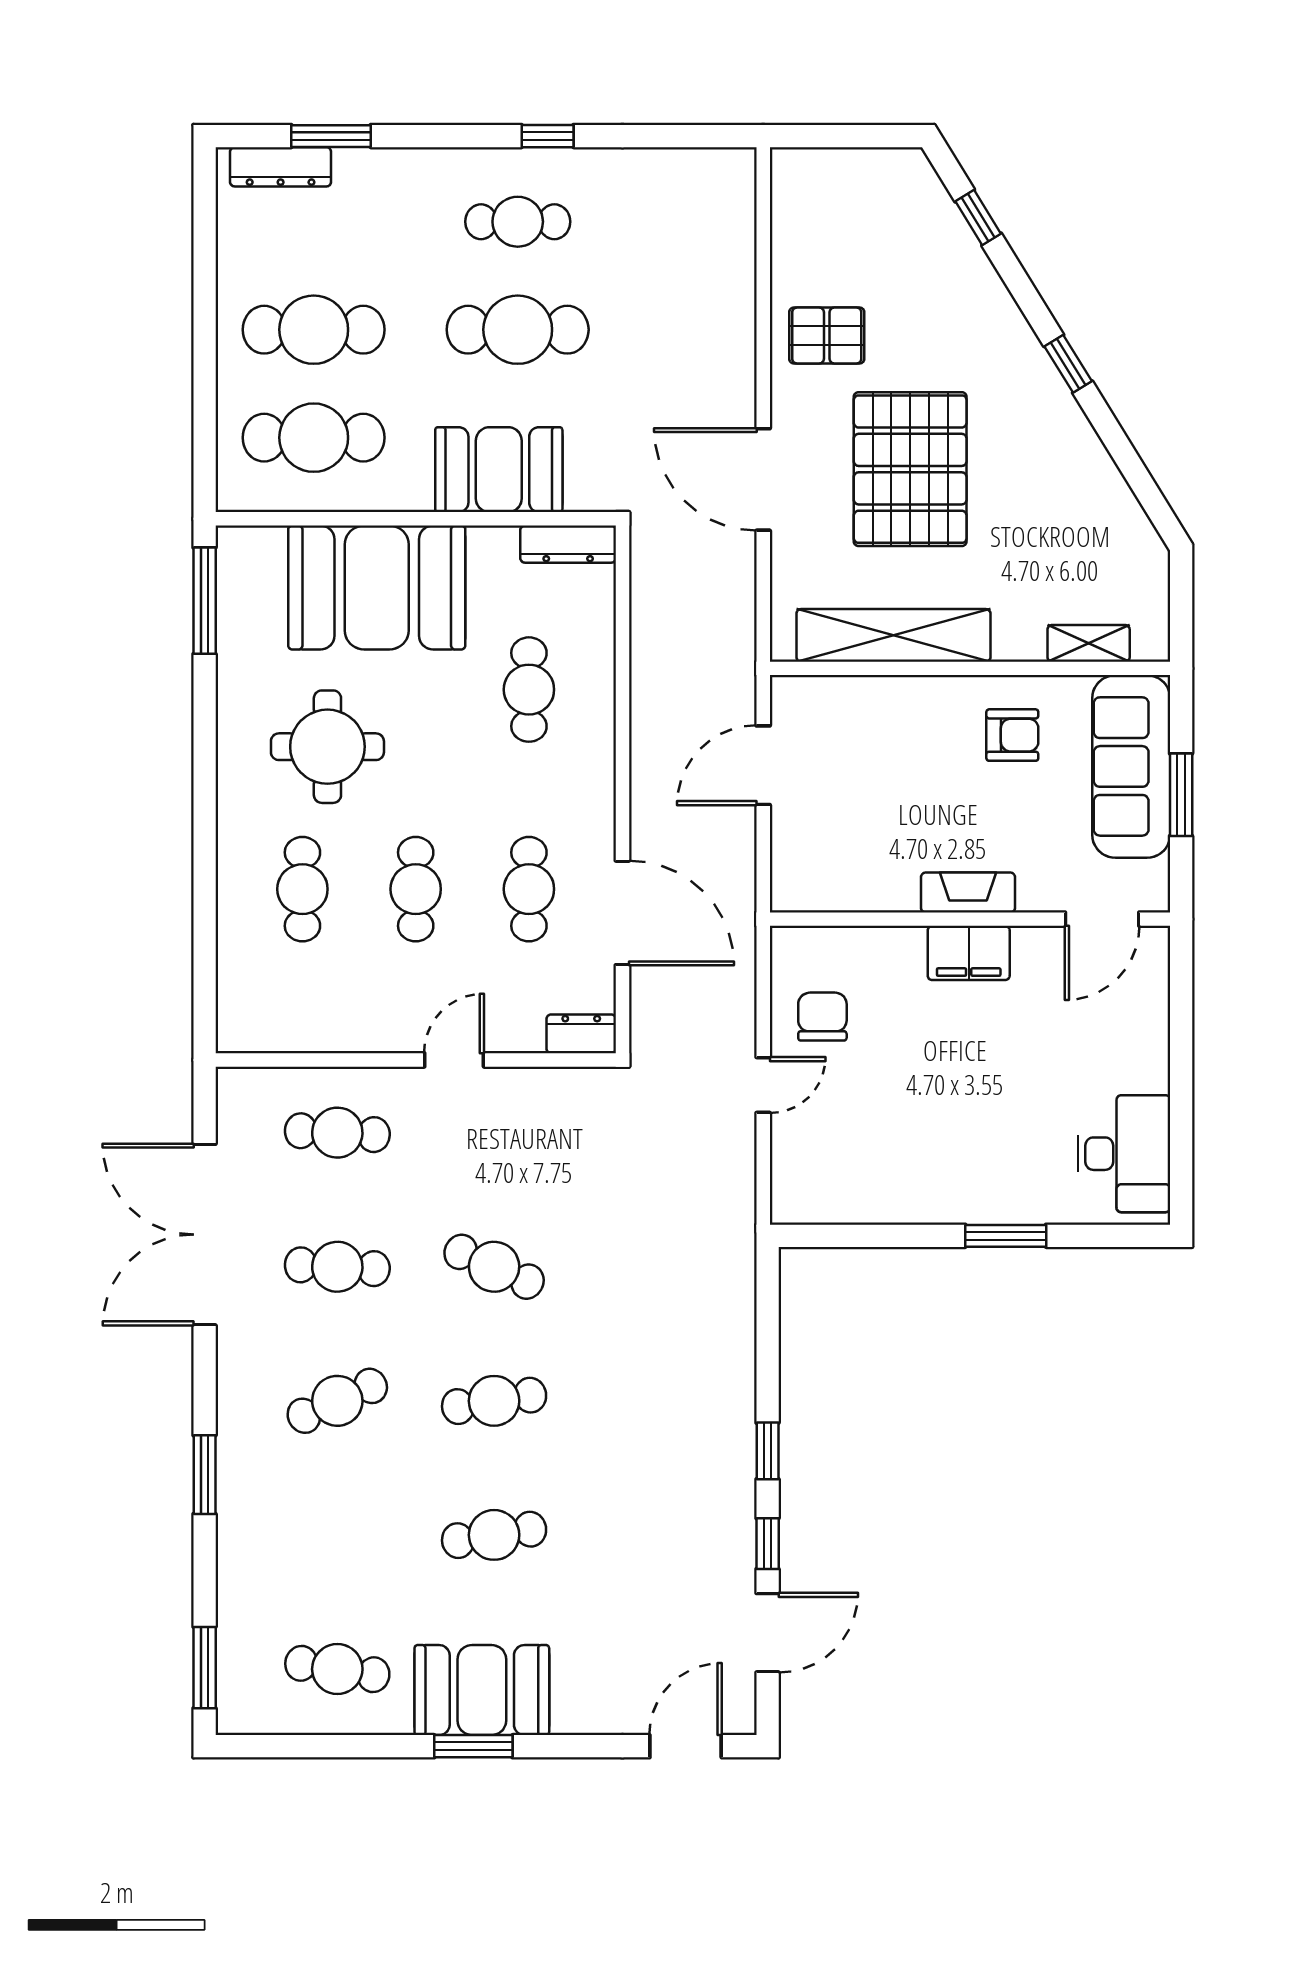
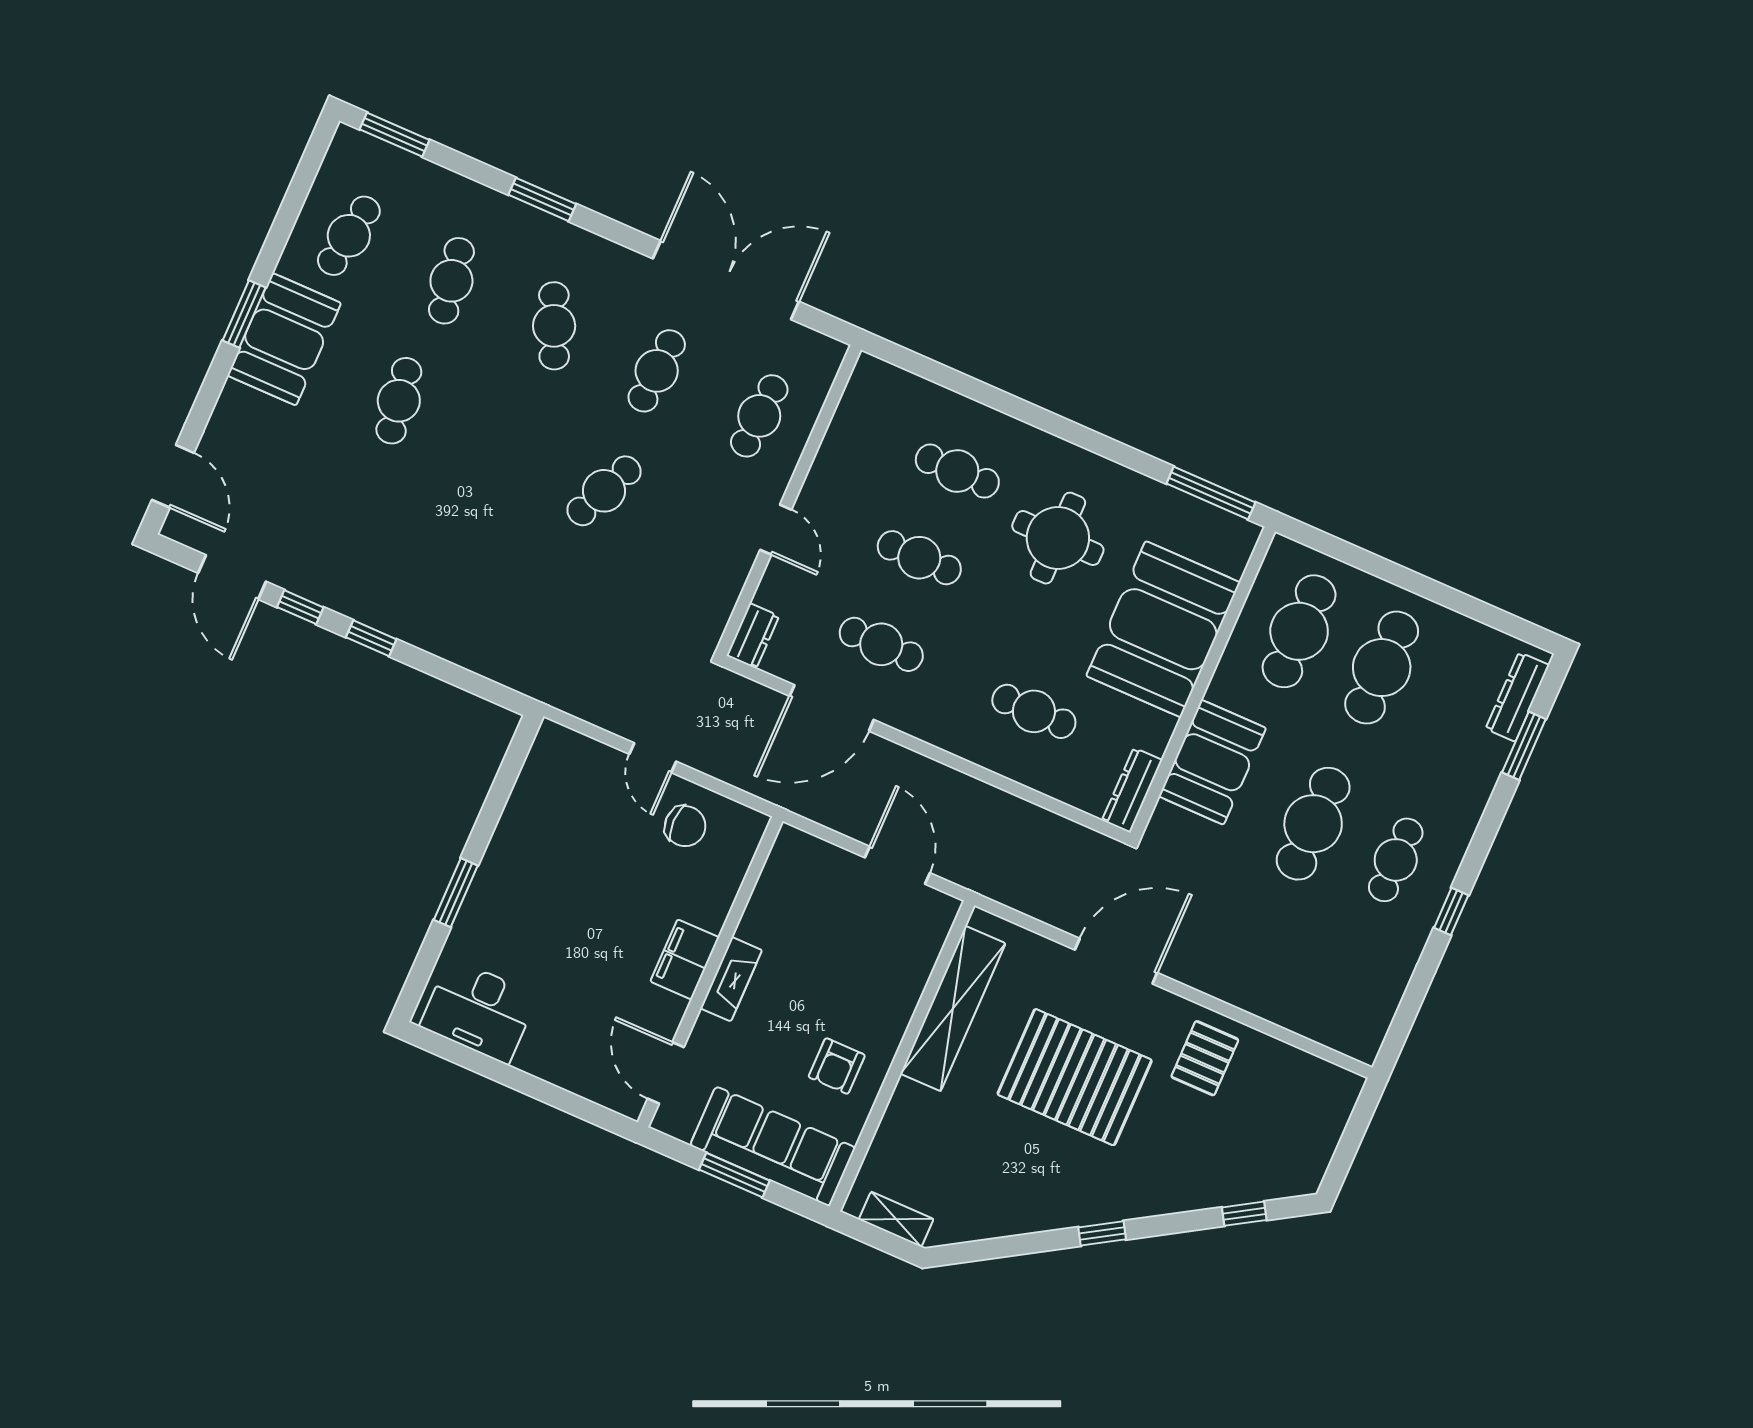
shelving: (1089, 643) -> (896, 1219), moved, turned 90
cafe table: (494, 1401) -> (451, 281), moved

